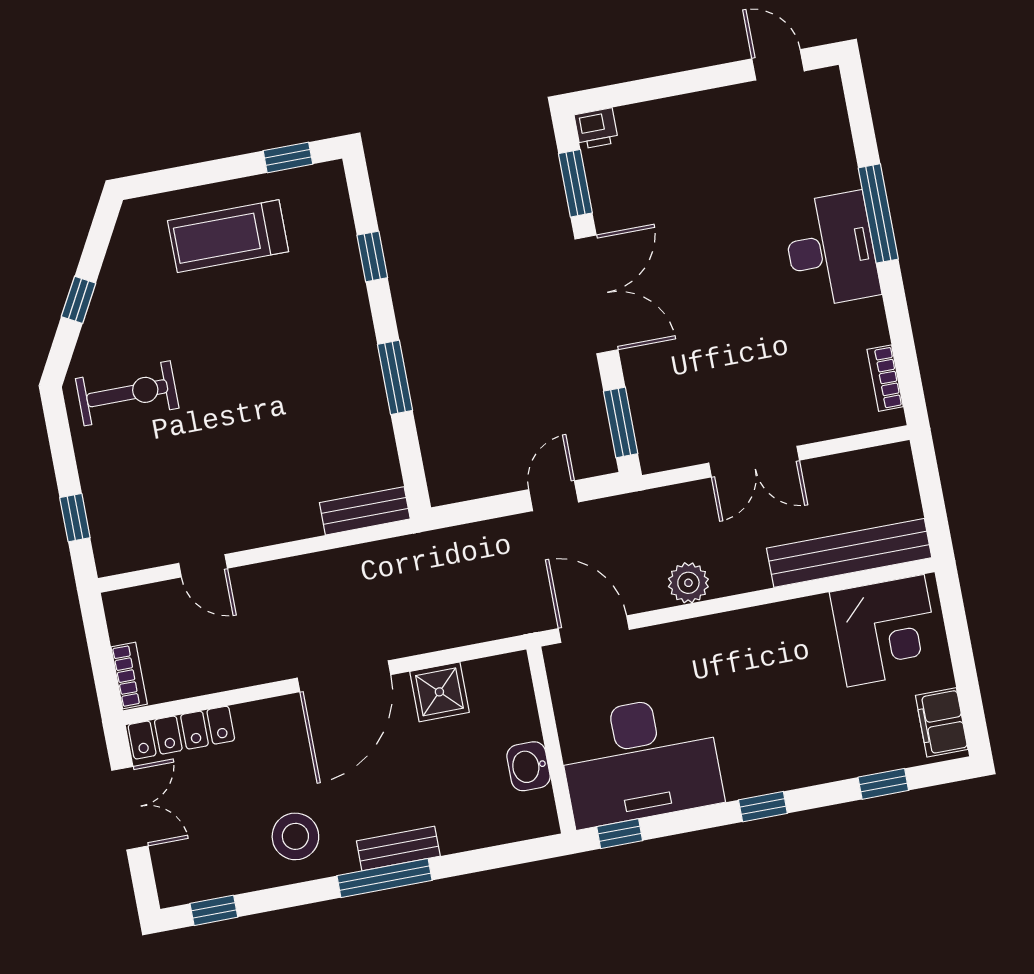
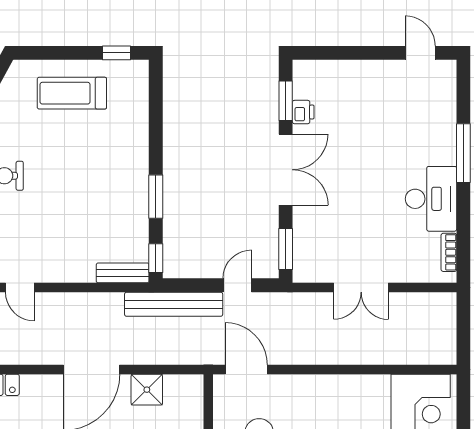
printer: (596, 129) -> (303, 112), moved, turned -90
desk: (831, 250) -> (431, 199), moved
window: (372, 256) -> (156, 258), moved
bench: (849, 553) -> (174, 304), moved
plant: (688, 583) -> (308, 353), removed

